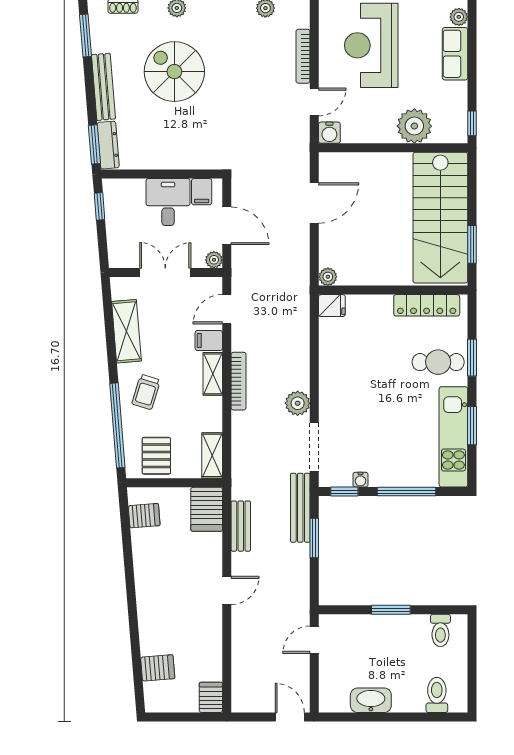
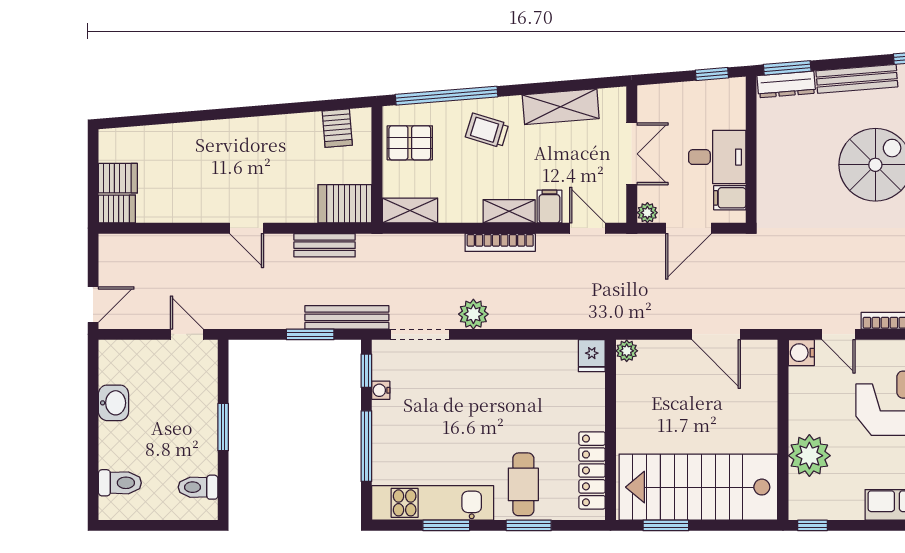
server rack: (158, 668) -> (118, 178), moved, turned -85
washbasin: (371, 700) -> (113, 403), width x0.72

